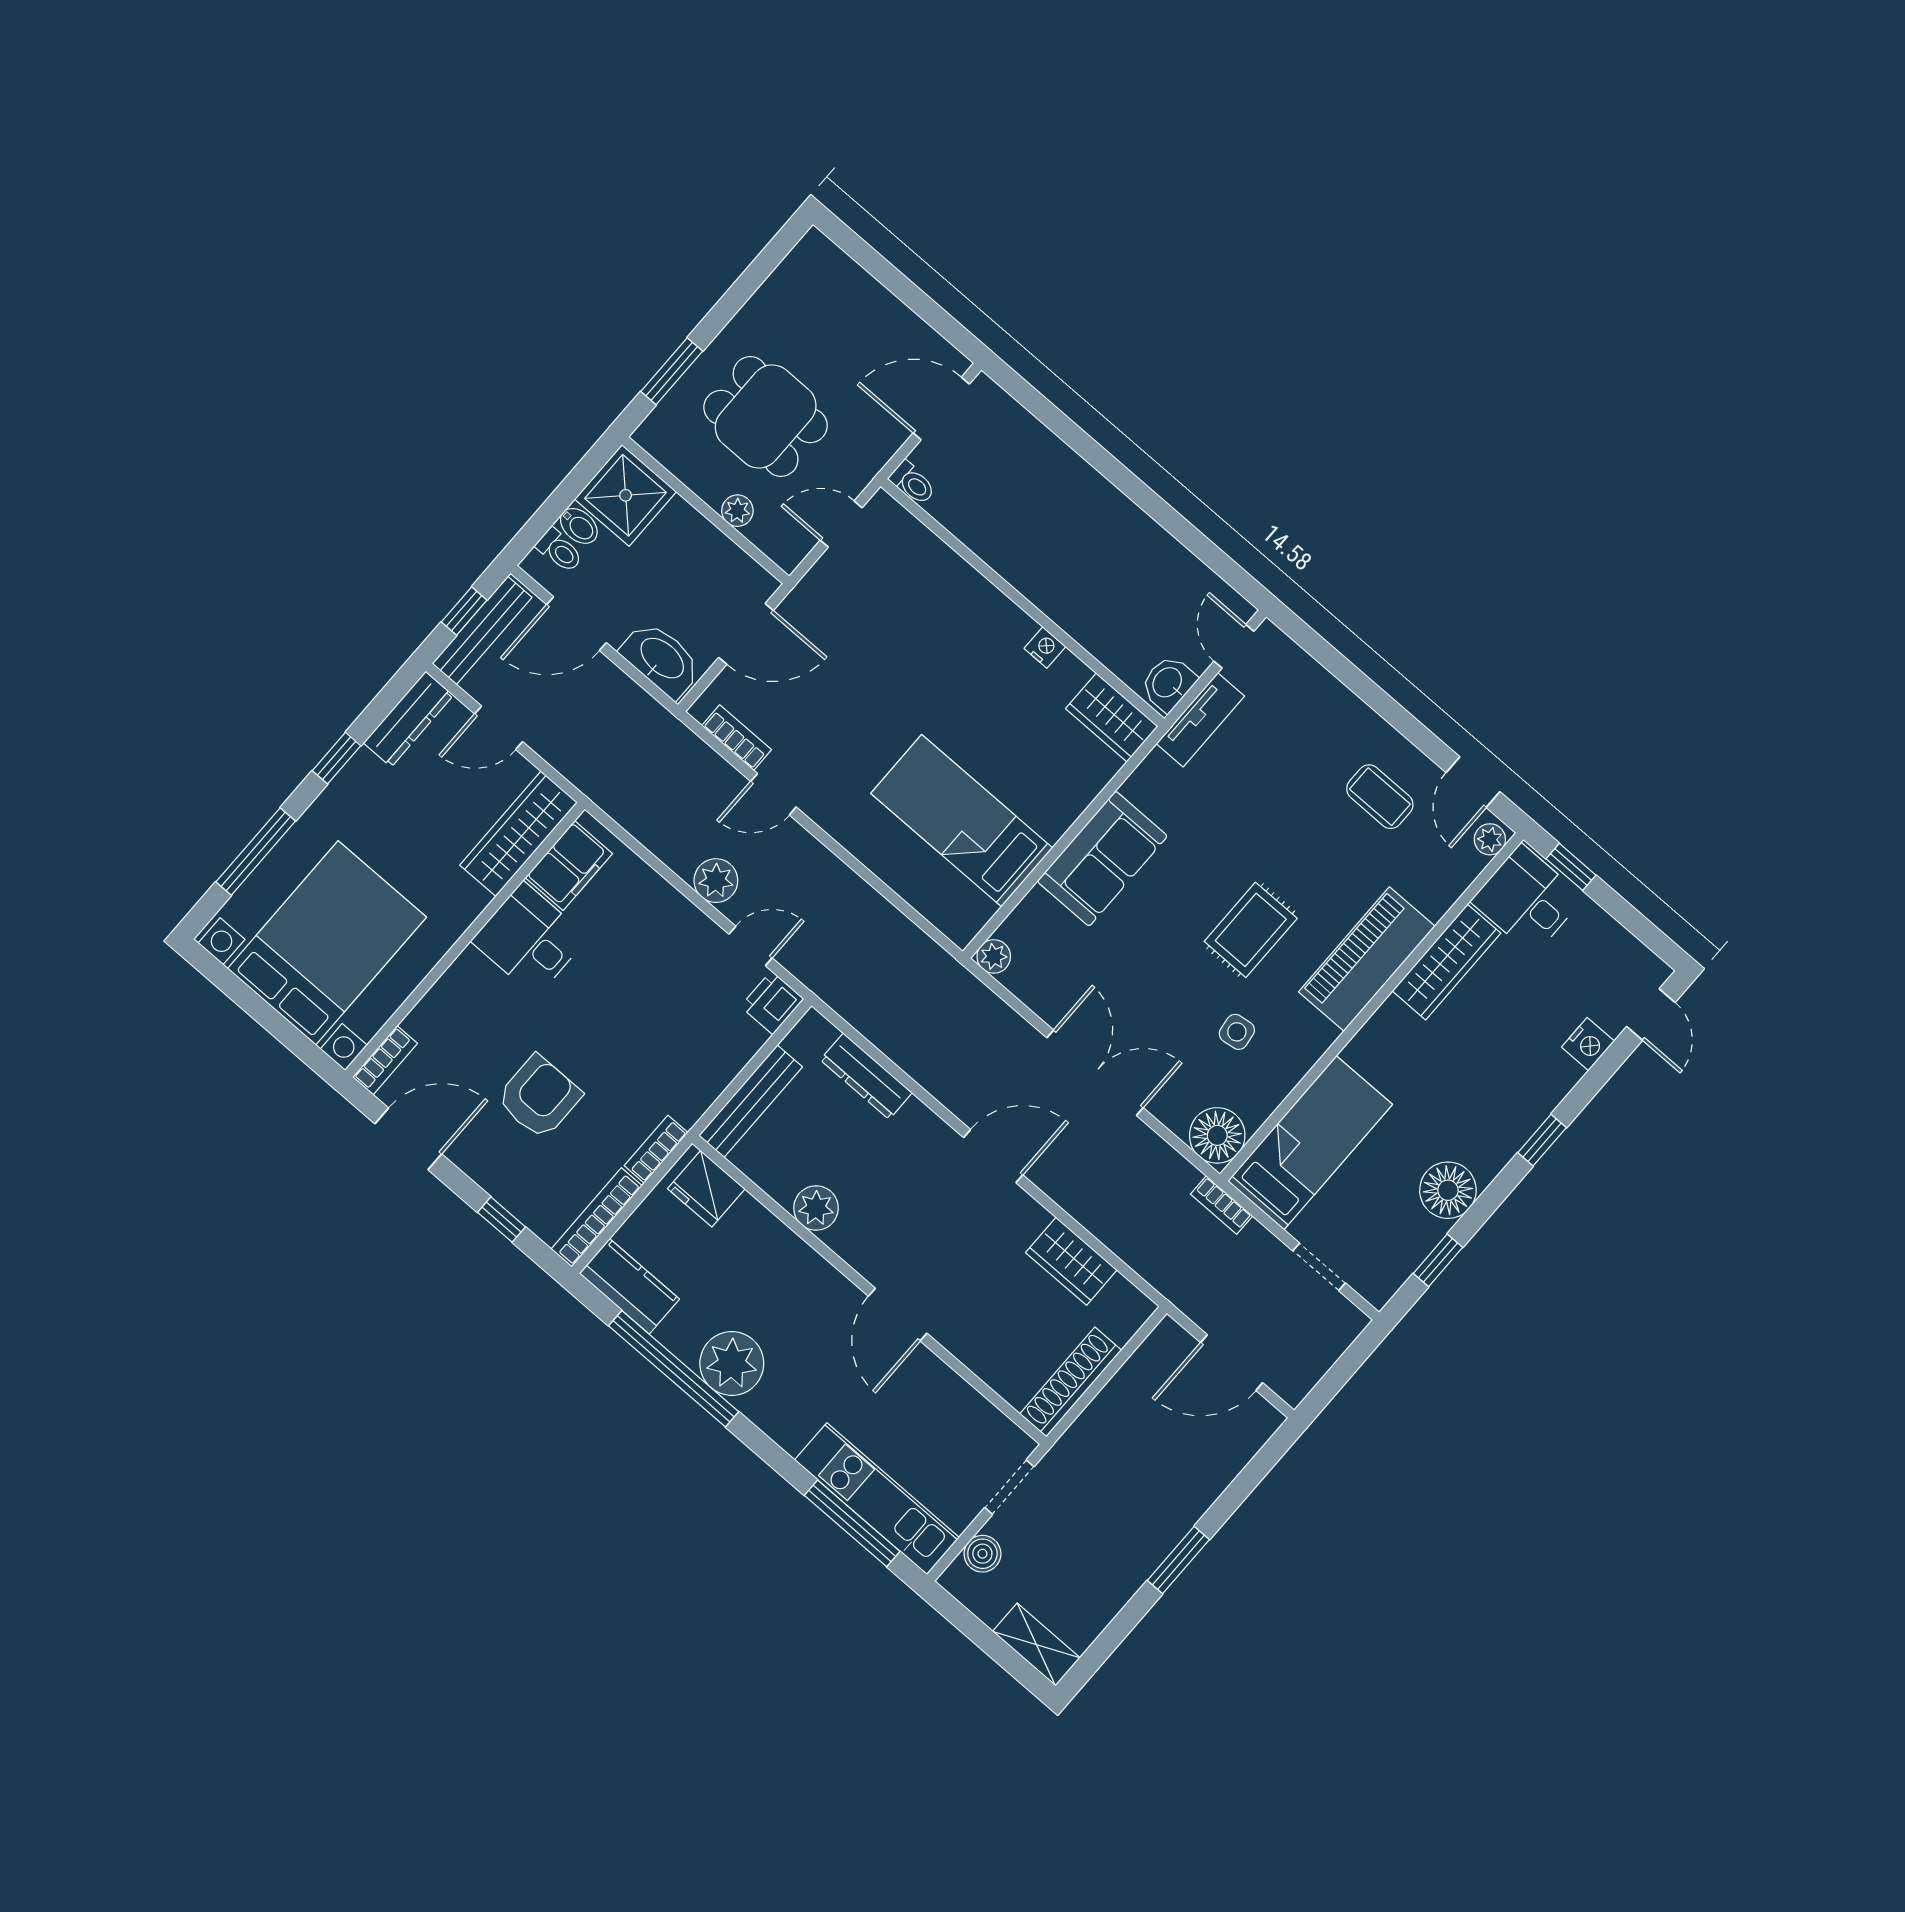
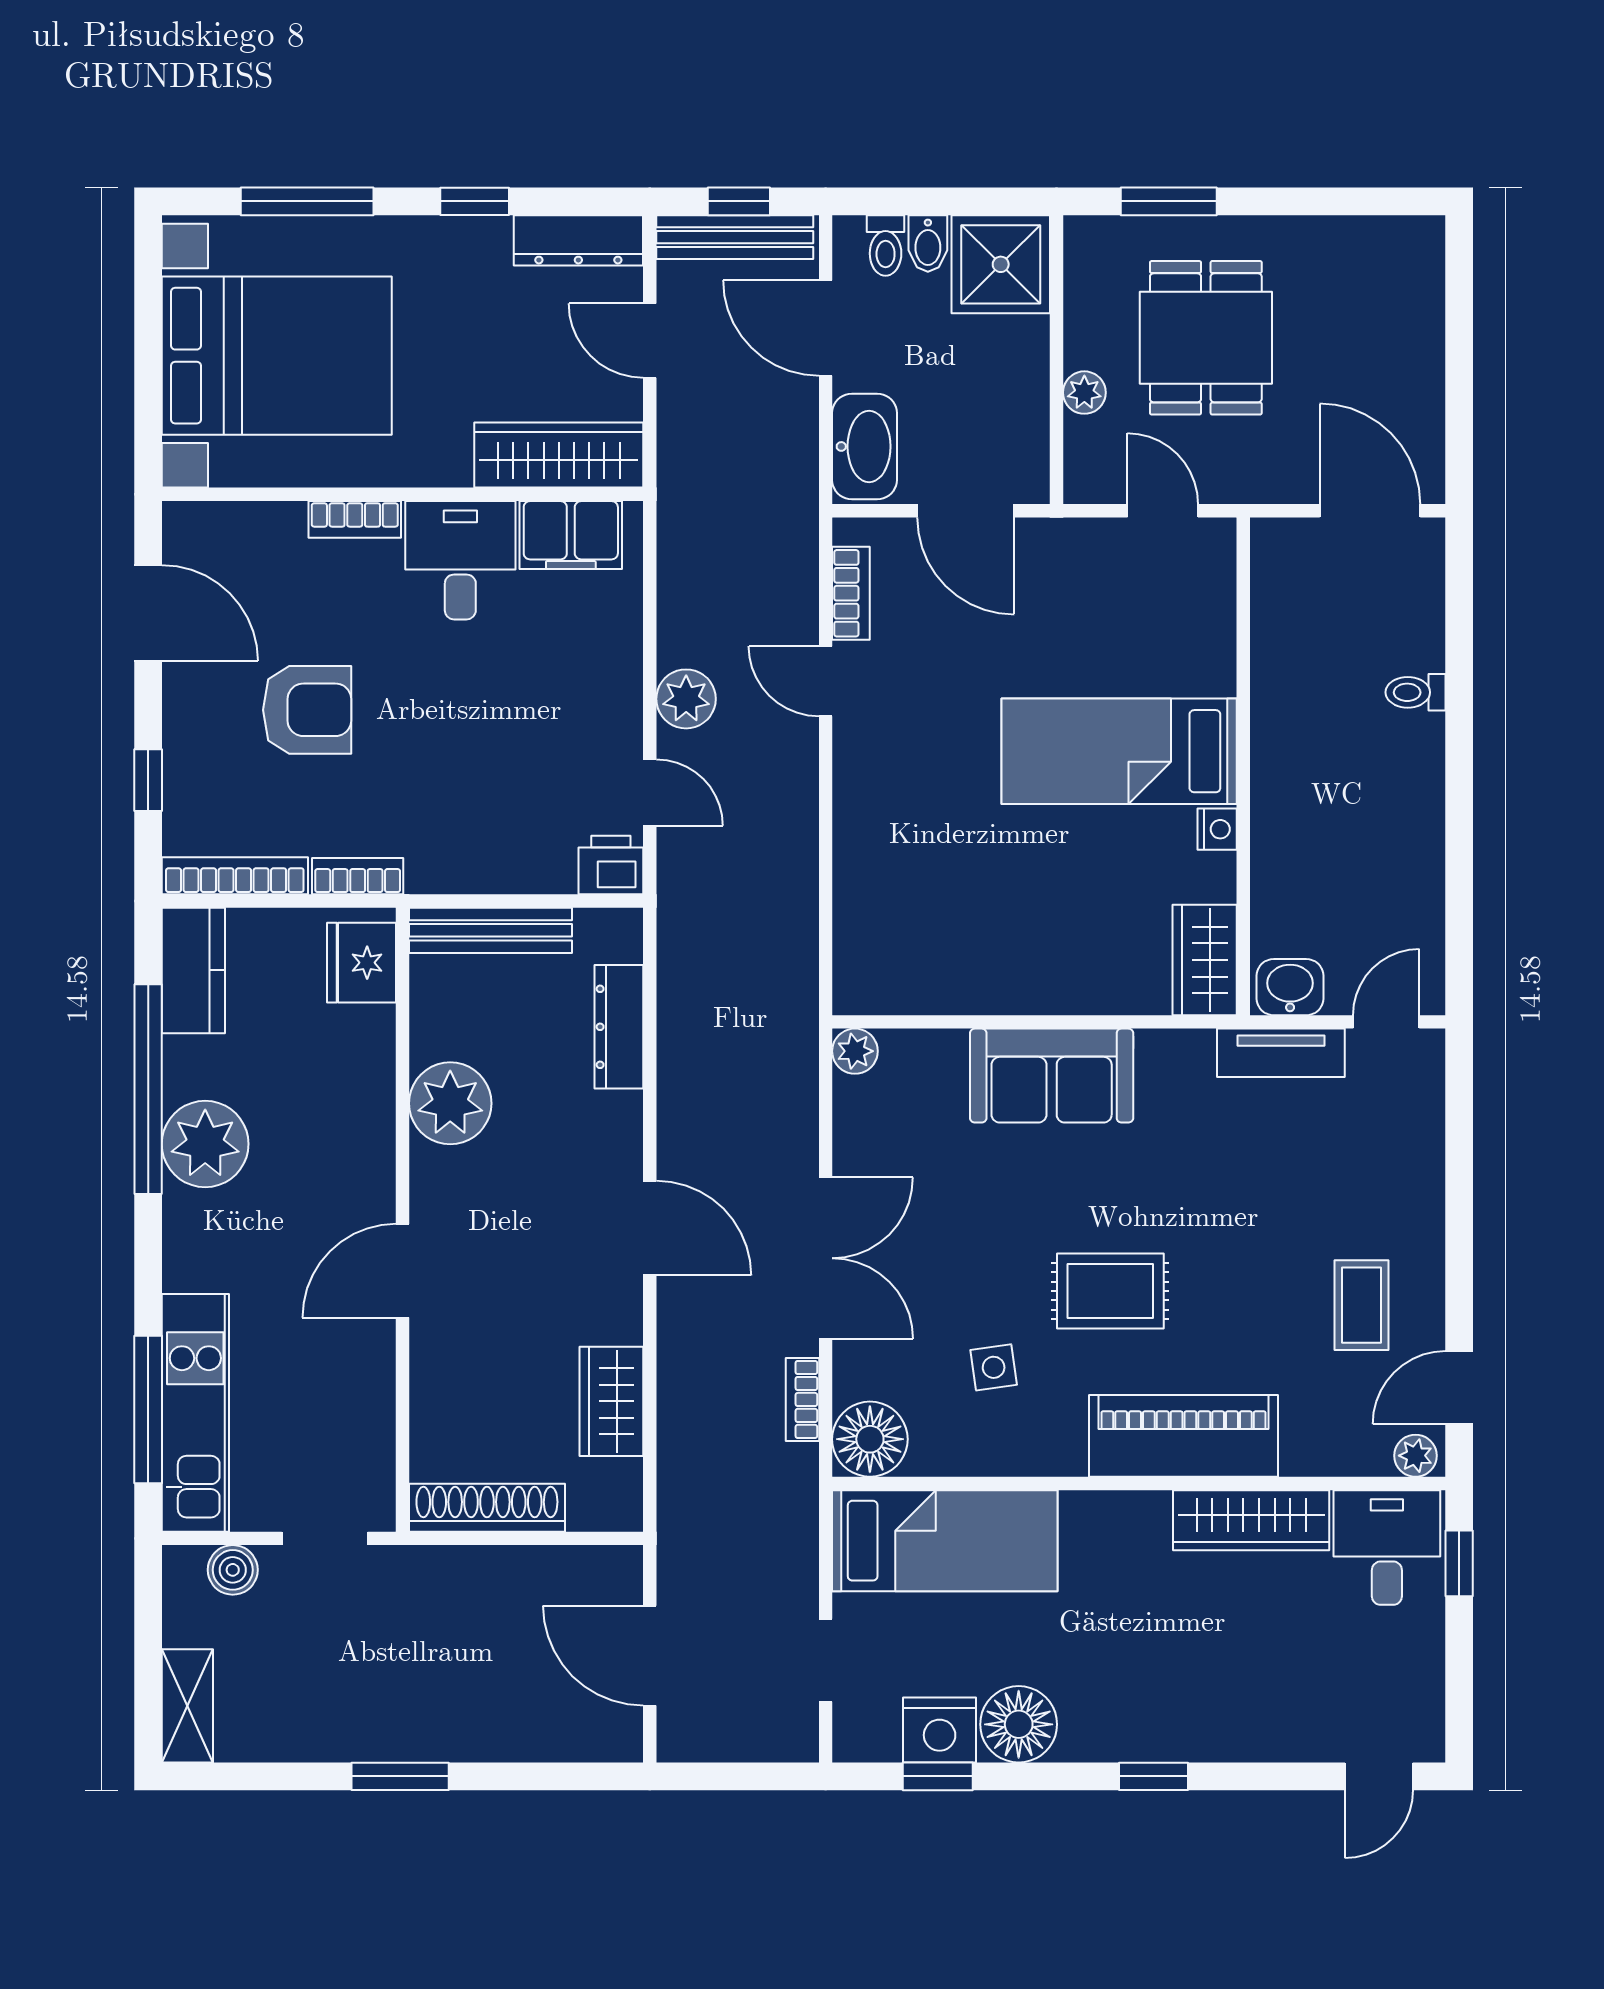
toilet: (913, 483) -> (1416, 692), moved, turned 90
bed: (962, 821) -> (1119, 751), moved, turned -90
nightstand: (1588, 1044) -> (940, 1730), moved, width x1.36, depth x1.33
bookcase: (385, 1060) -> (355, 519), moved
bookcase: (1222, 1205) -> (802, 1399), moved
plant: (816, 1208) -> (450, 1103), width x1.36, depth x1.36

